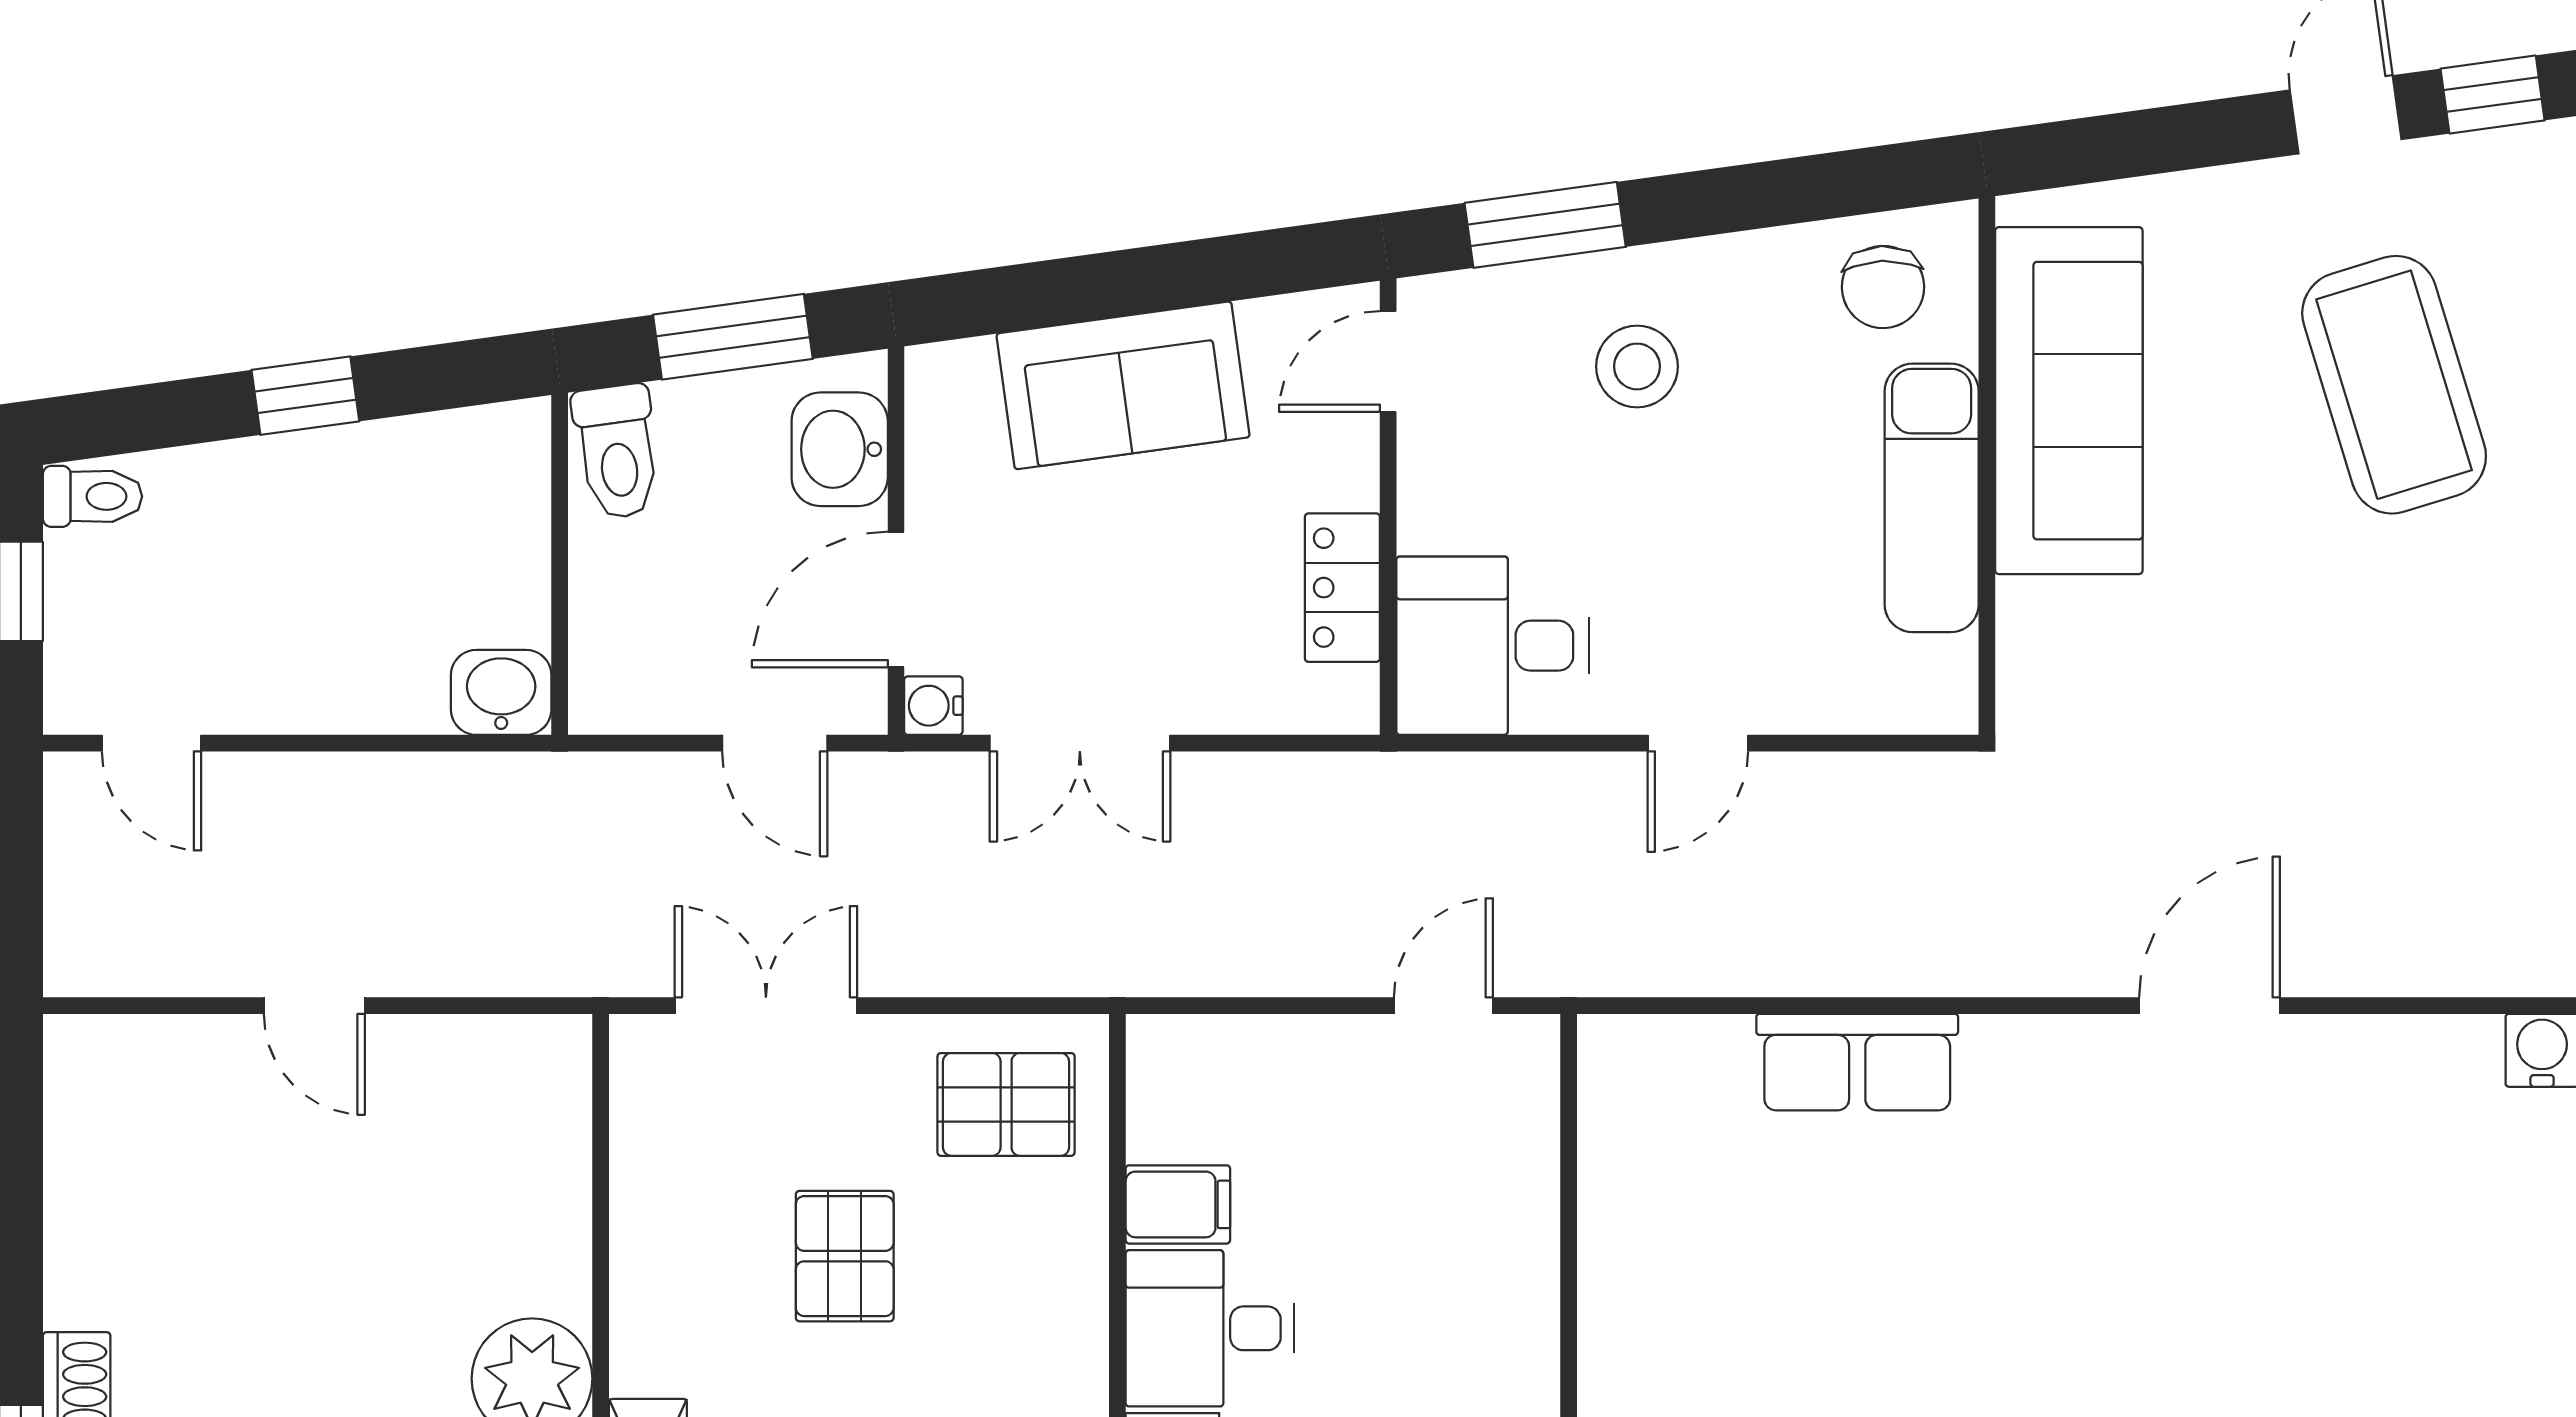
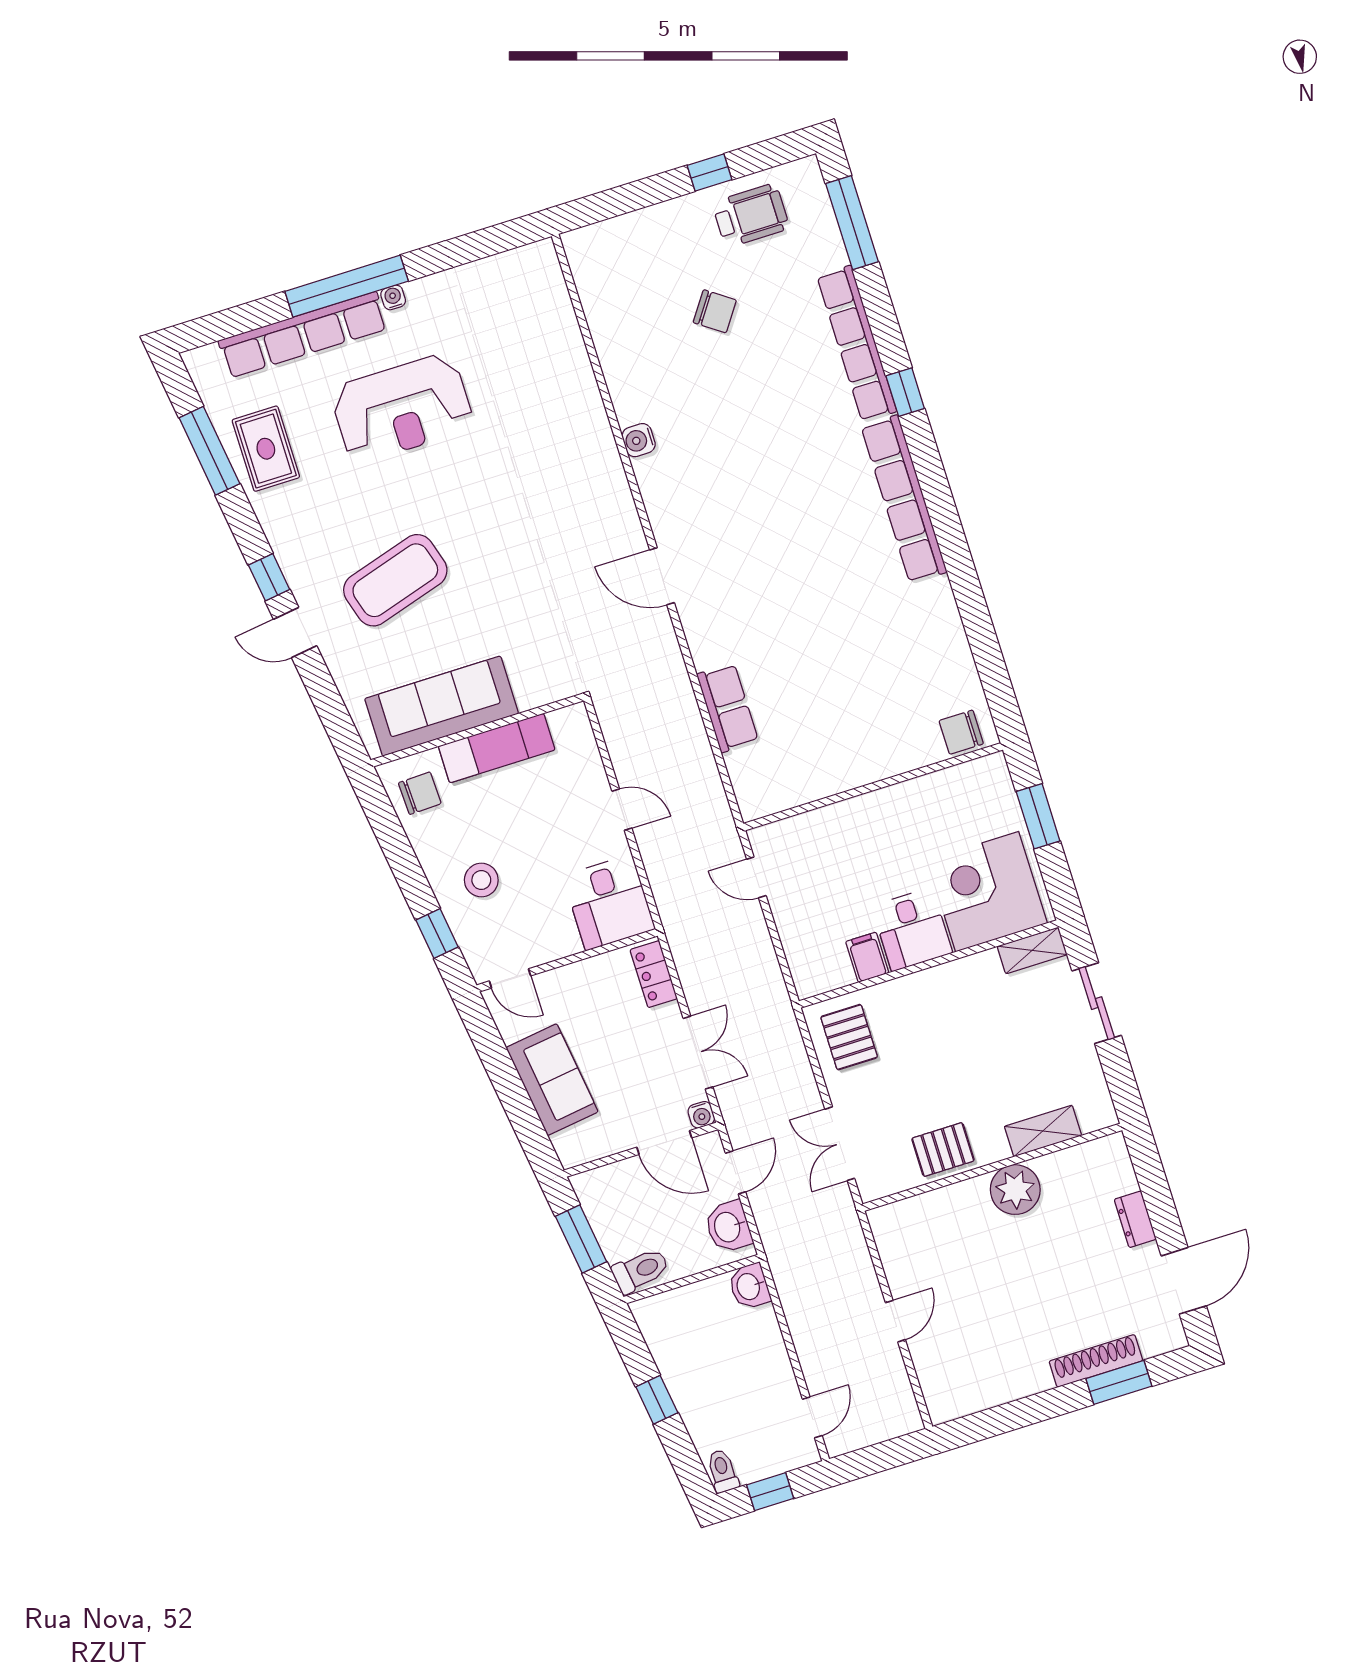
window: (1545, 225) -> (437, 934), width x0.67
washbasin: (840, 449) -> (728, 1227), moved, turned 90
locker: (1342, 588) -> (654, 974), moved, turned 90
pallet: (845, 1256) -> (943, 1150), moved

